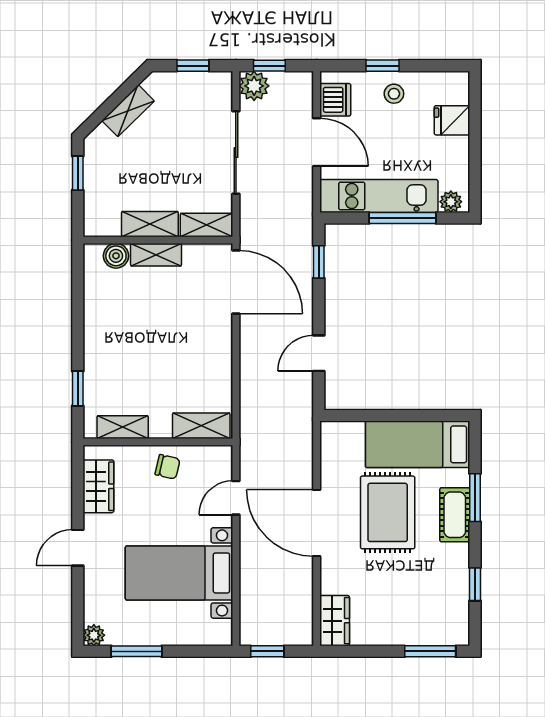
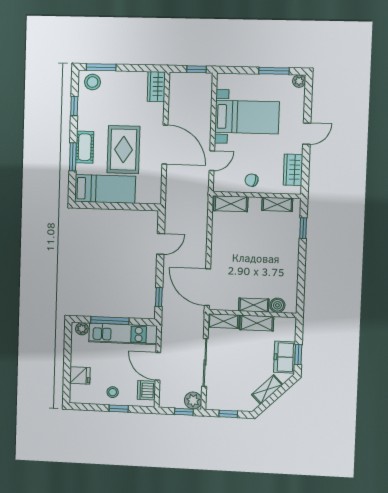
freezer: (101, 168) -> (285, 357), added
stool: (444, 626) -> (92, 82), added

